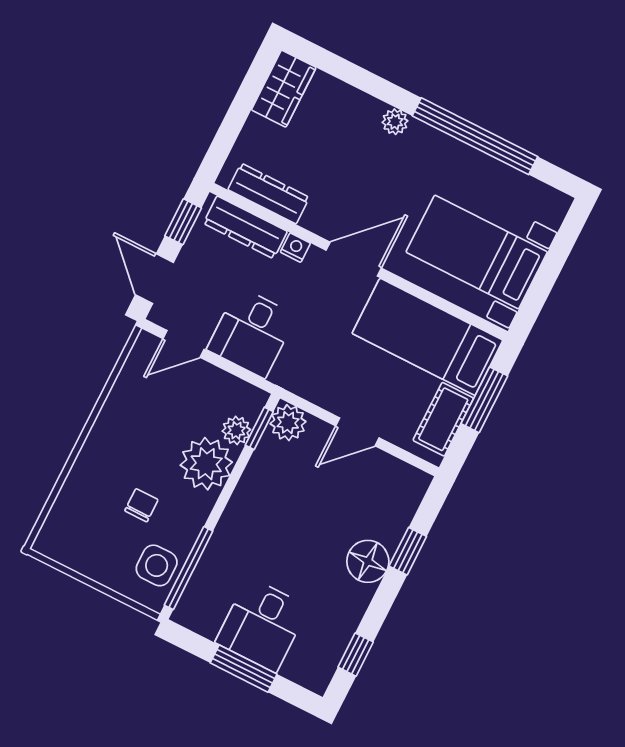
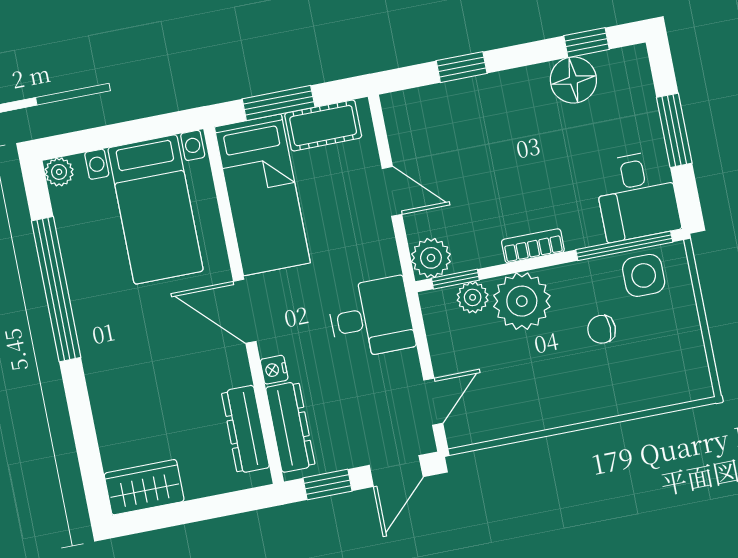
plant: (395, 122) -> (59, 172), moved
desk: (252, 332) -> (371, 318), moved
door: (183, 344) -> (433, 402), hinge flipped
bookcase: (240, 503) -> (533, 246), added
floor lamp: (368, 561) -> (573, 80), moved
desk: (262, 625) -> (637, 196), moved, turned 90

